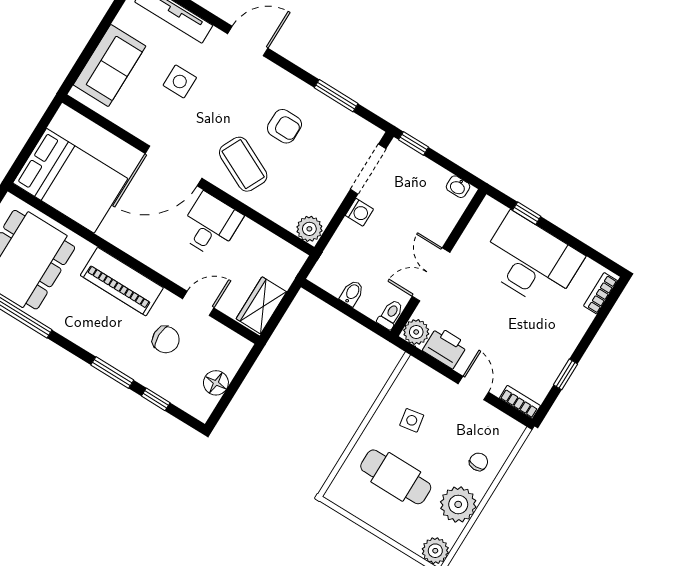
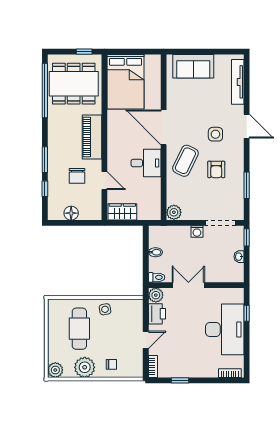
side table: (180, 81) -> (215, 134), moved
washbasin: (458, 187) -> (239, 257), moved
side table: (412, 420) -> (105, 309), moved

